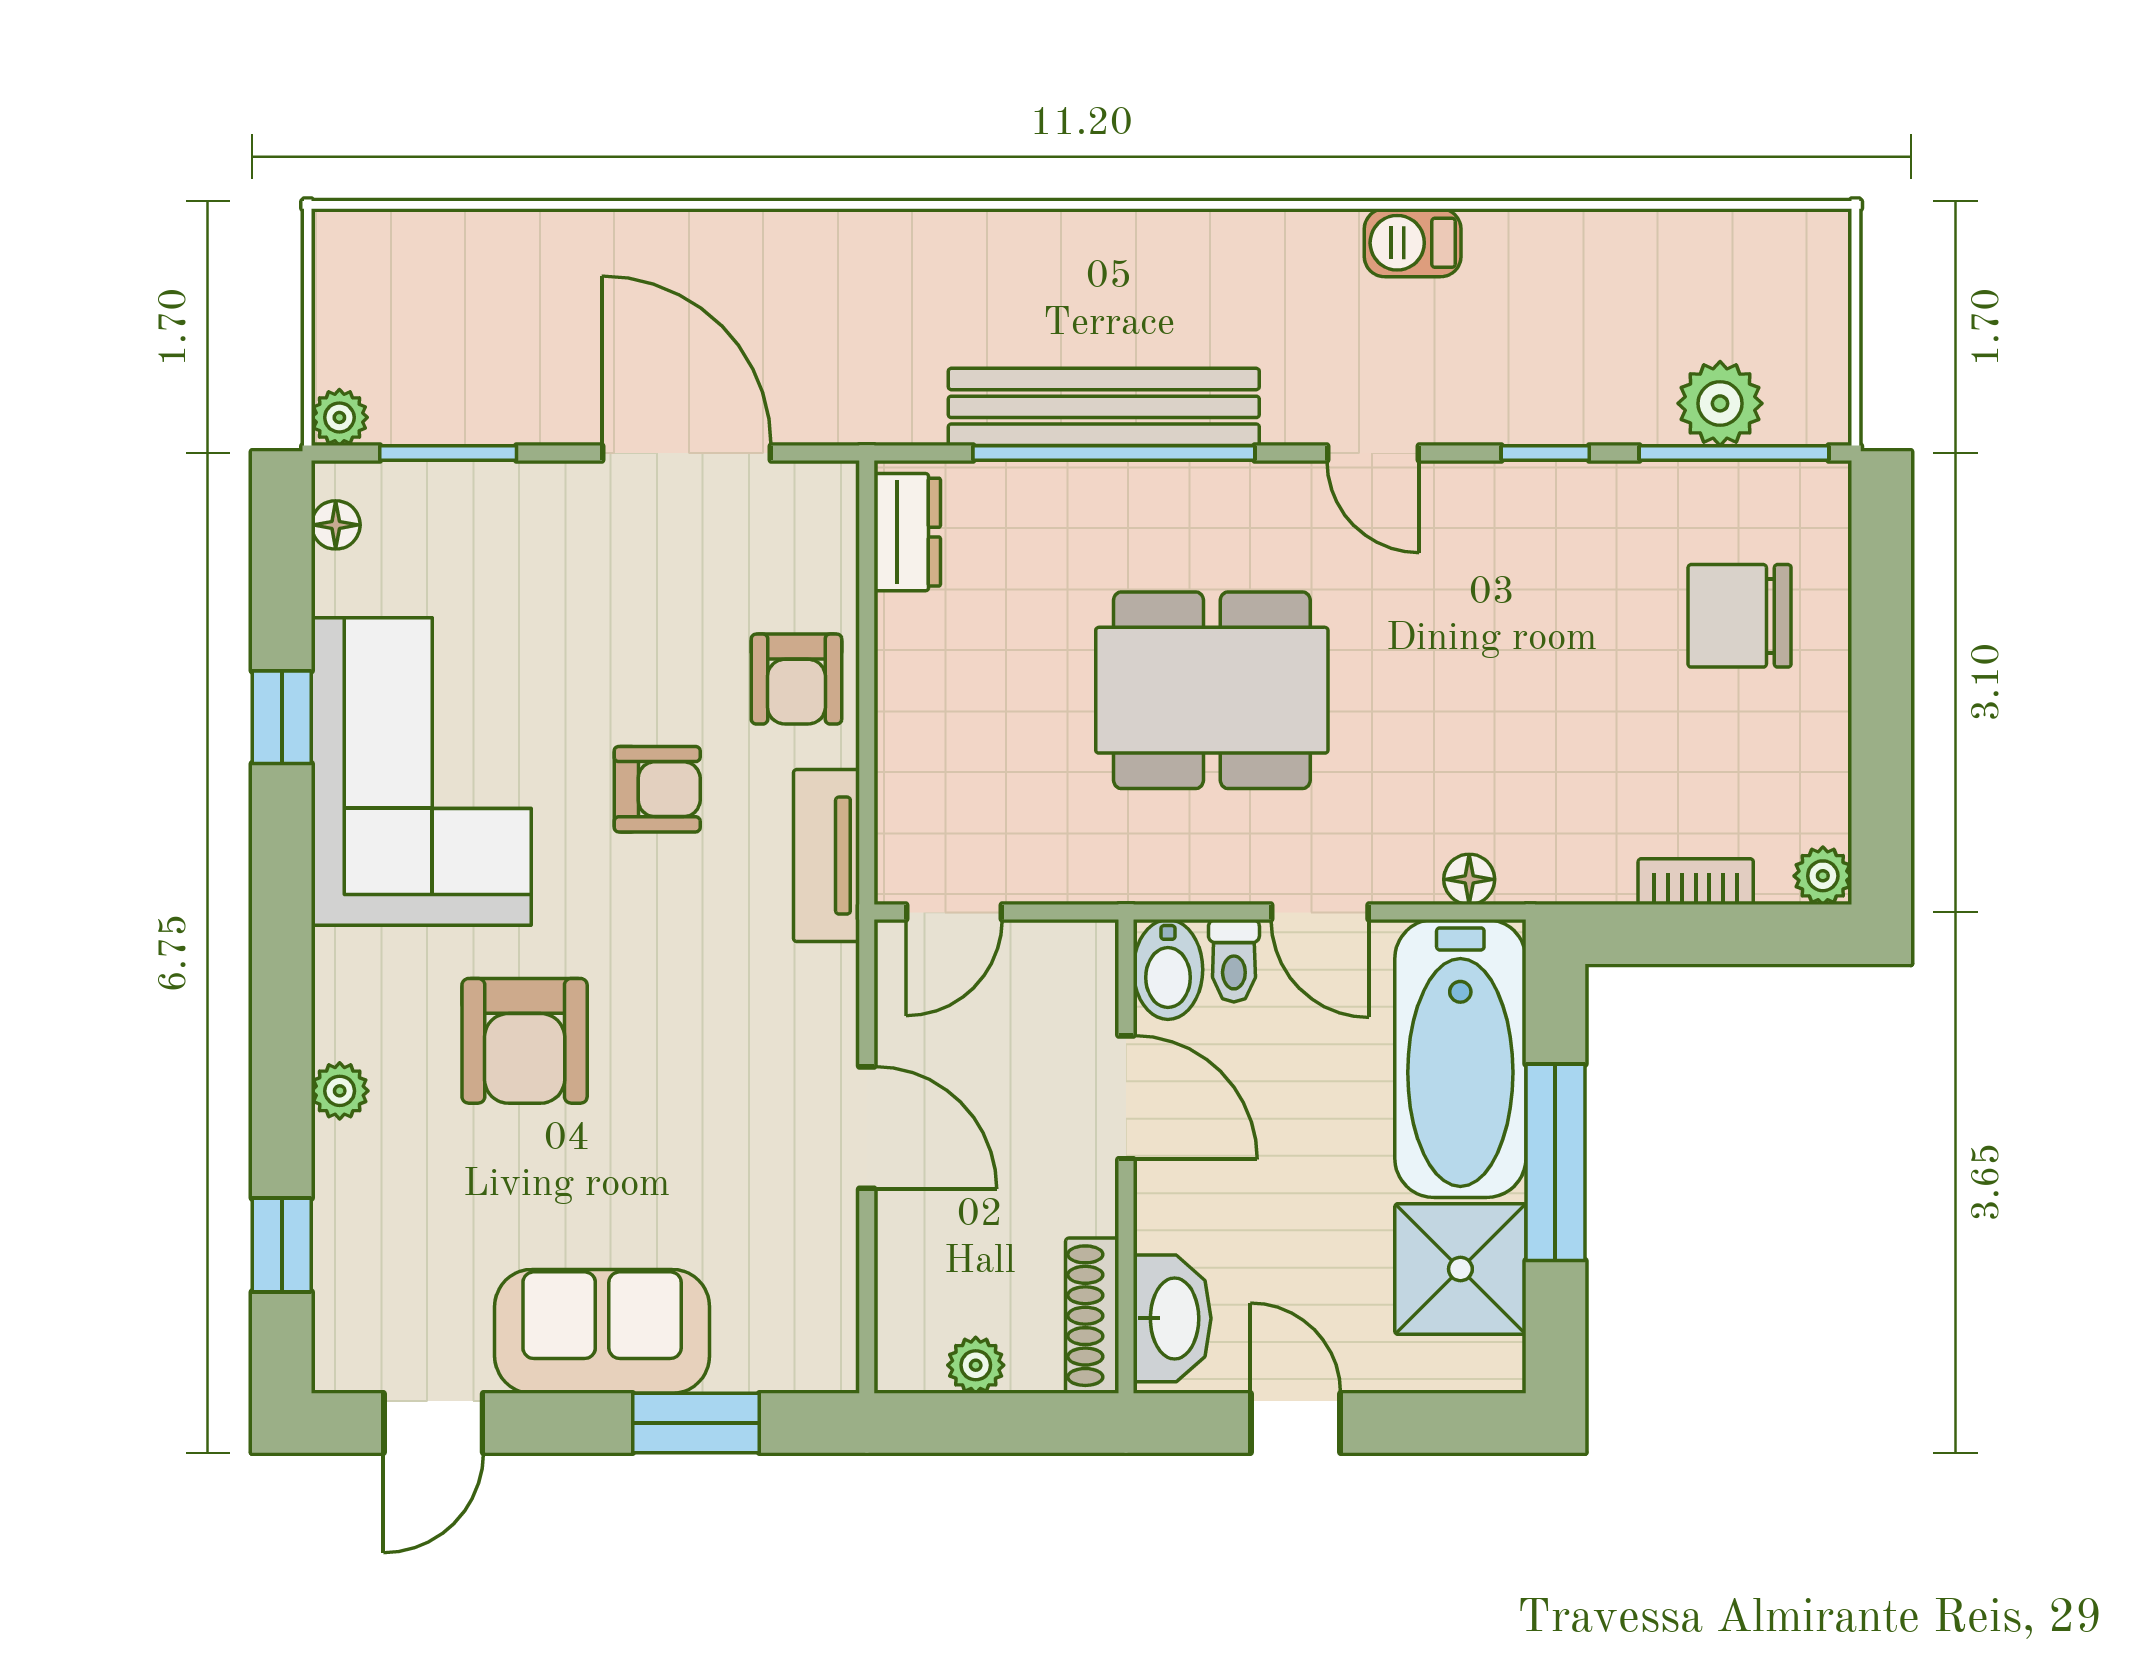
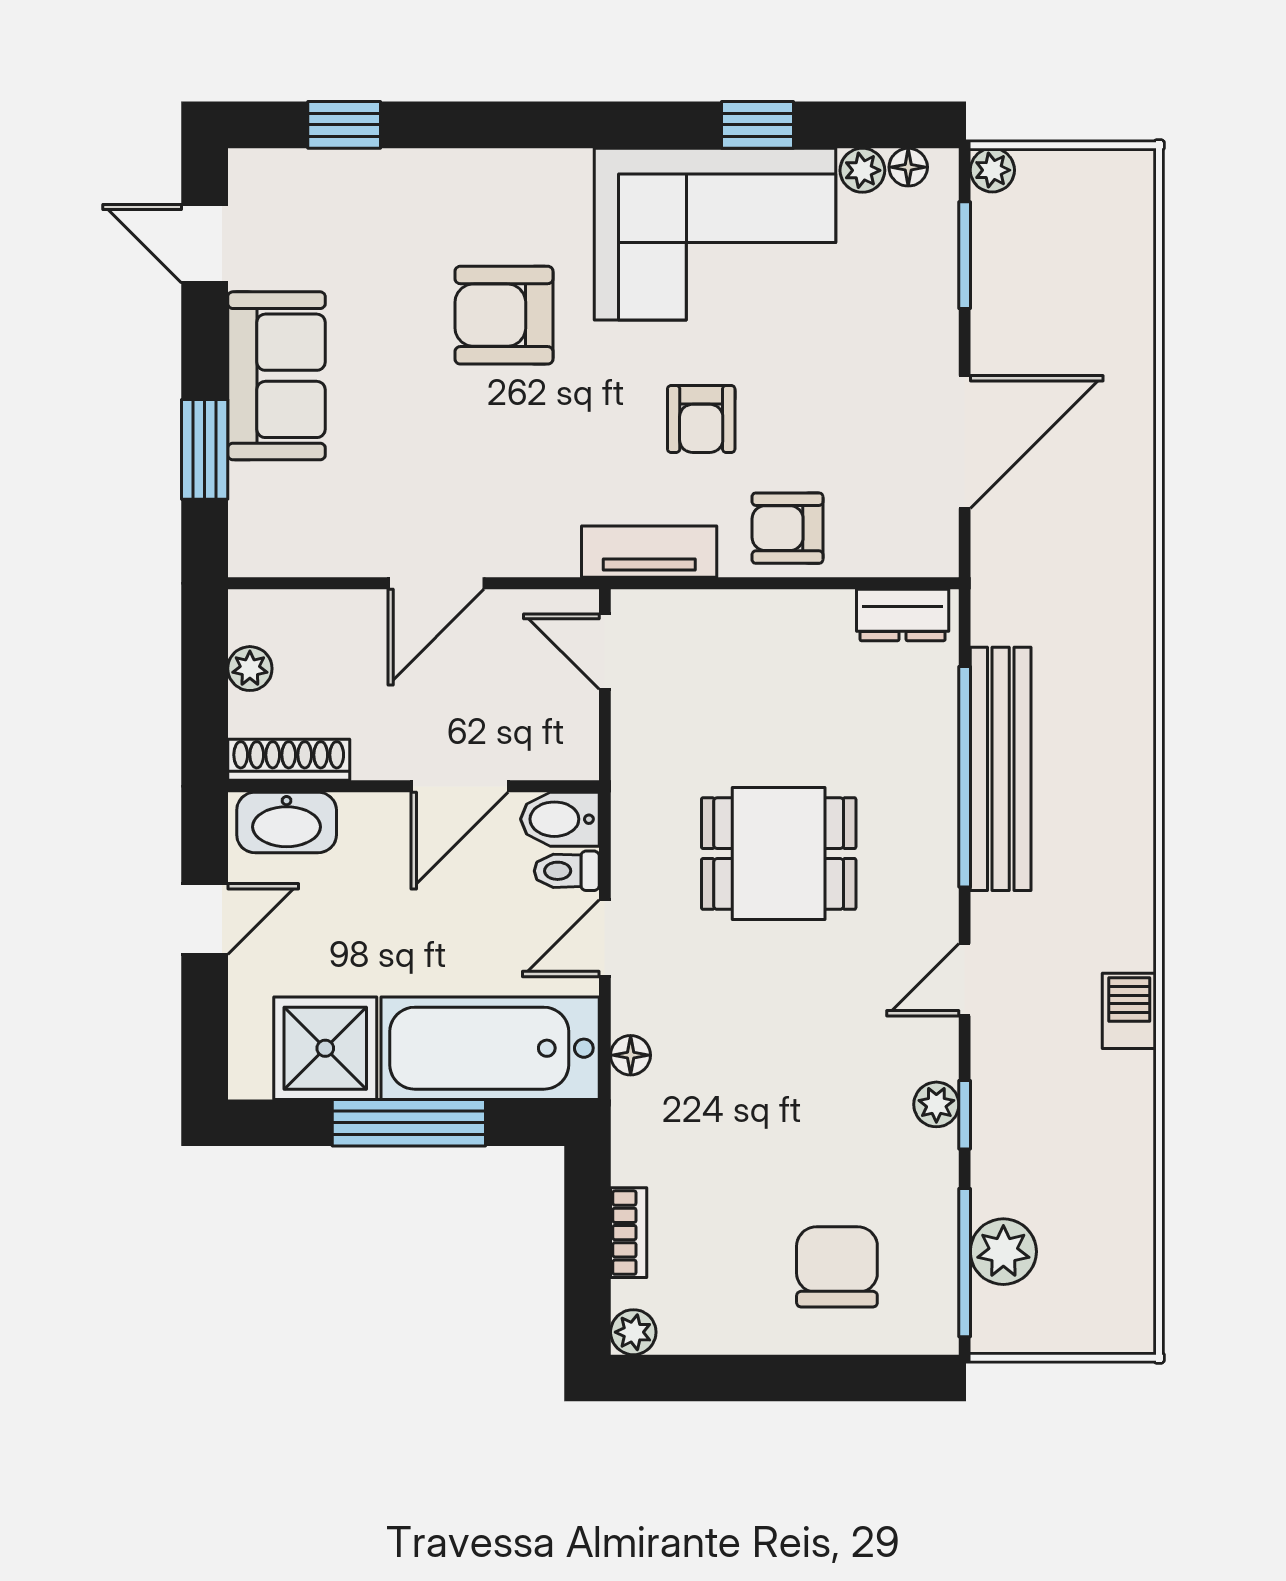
plant: (1532, 489) -> (936, 1104), added
dining table: (1212, 690) -> (779, 854), width x0.73
plant: (340, 1091) -> (862, 170), moved

